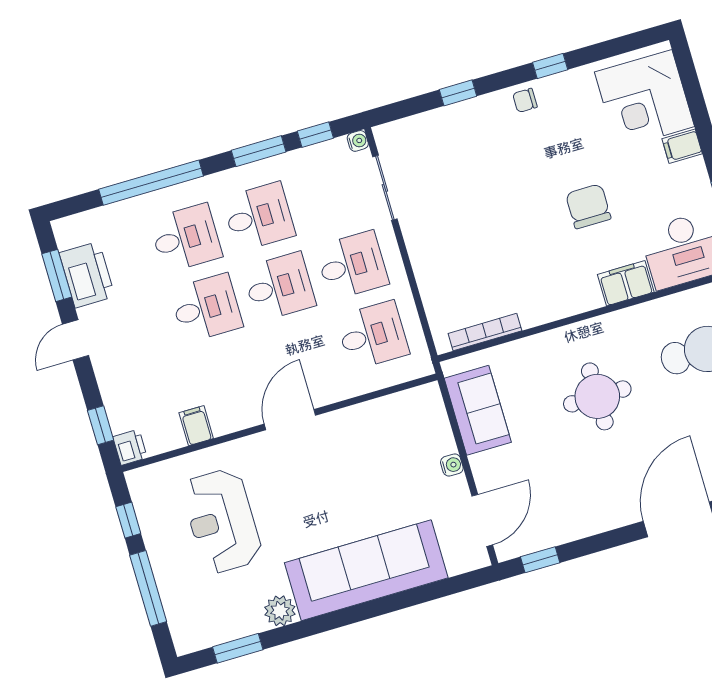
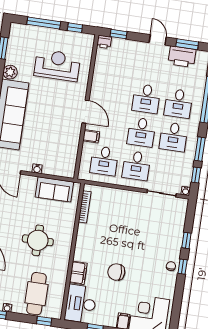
window: (550, 66) -> (183, 267), moved
chair: (588, 206) -> (116, 272), turned 180
filing cabinet: (196, 426) -> (91, 136), moved

